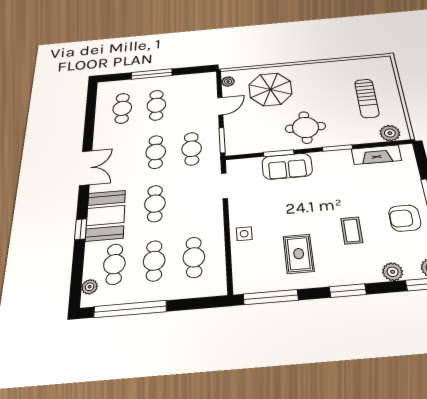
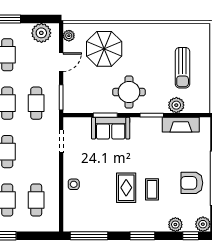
plant: (196, 82) -> (41, 33), added
plant: (390, 133) -> (176, 105), moved
rug: (299, 254) -> (126, 188), moved

